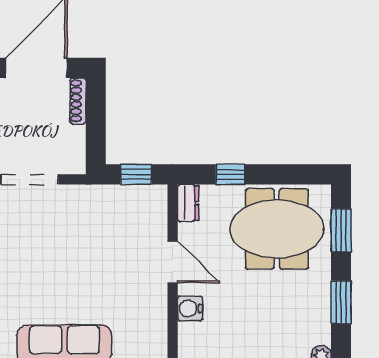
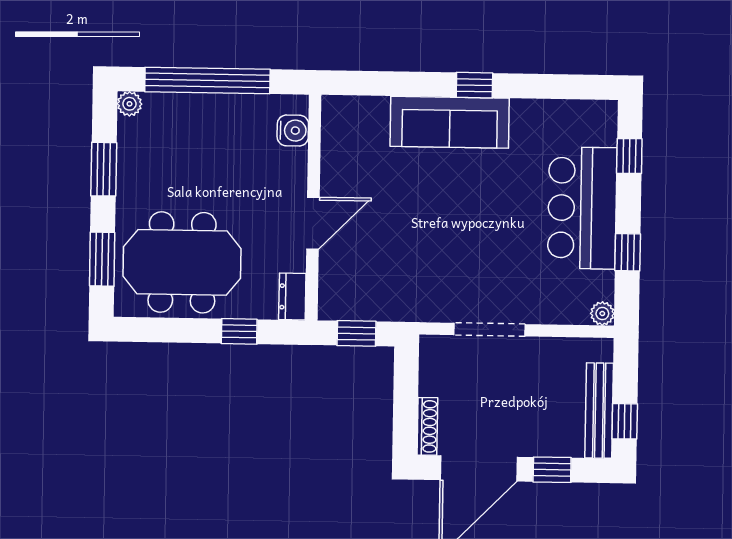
door: (173, 262) -> (313, 223), swing flipped
water cooler: (190, 308) -> (293, 131), moved

